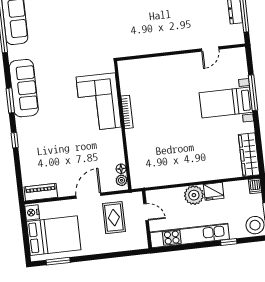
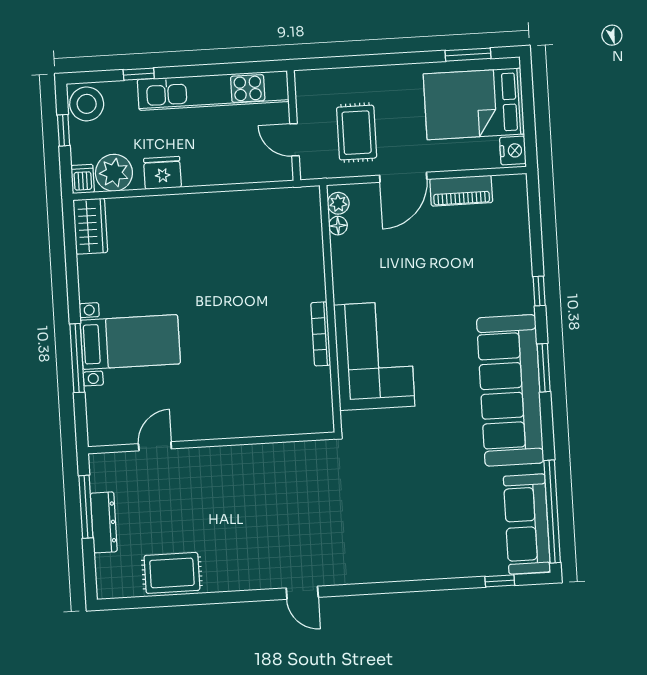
sofa: (24, 88) -> (510, 390), width x1.36, depth x1.27
wardrobe: (249, 155) -> (90, 226), width x0.67
piano: (41, 192) -> (461, 191), moved
plant: (194, 195) -> (114, 173), moved

